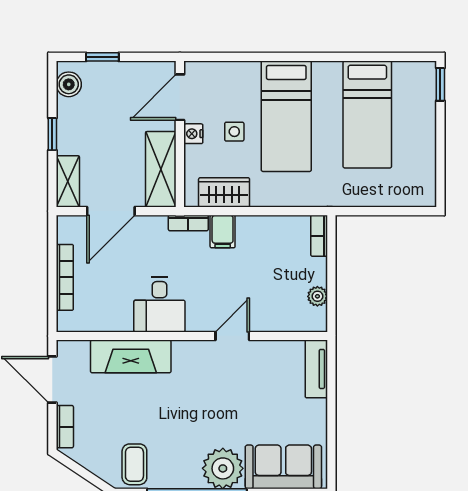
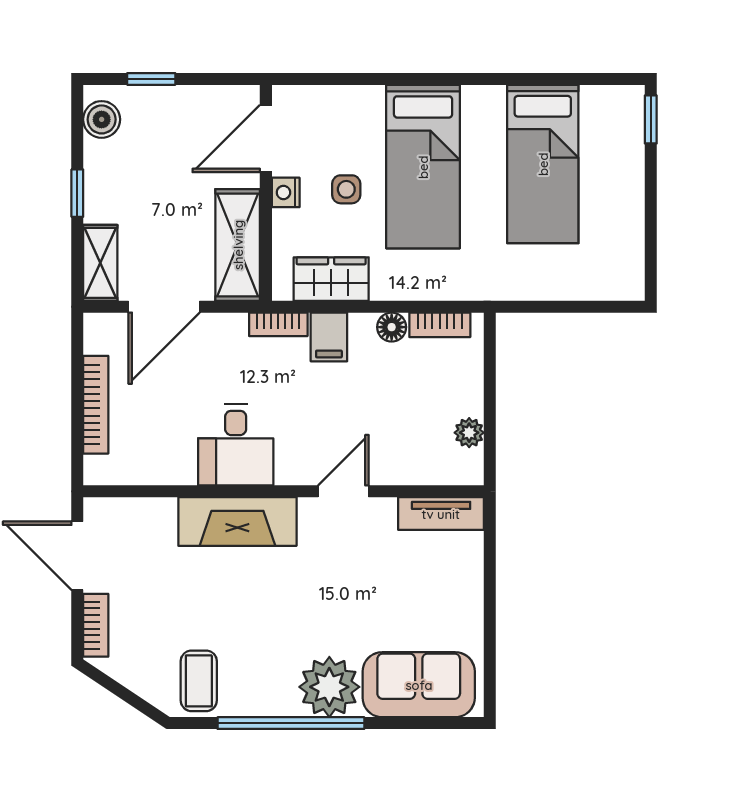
floor lamp: (265, 225) -> (392, 327), added
bookcase: (319, 236) -> (440, 325), moved, turned -90
fireplace: (131, 356) -> (237, 522), moved
tv unit: (316, 369) -> (441, 514), moved, turned -90

